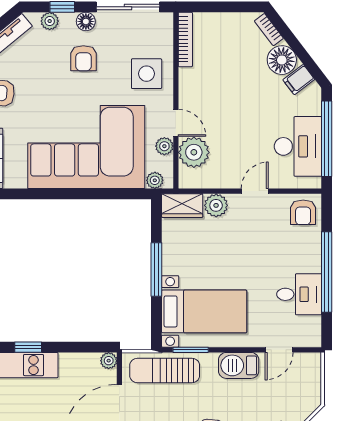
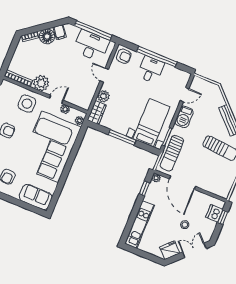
plant: (194, 152) -> (41, 83), moved
desk: (299, 294) -> (151, 69), moved
window: (28, 347) -> (144, 188), moved
door: (279, 350) -> (185, 95), hinge flipped

